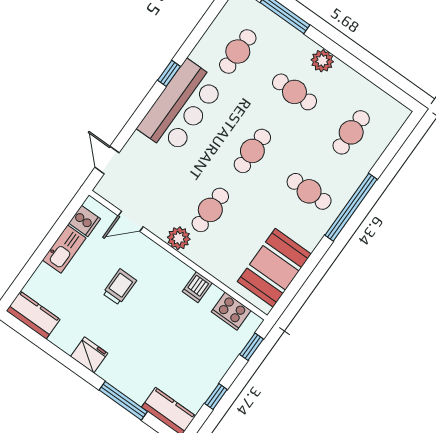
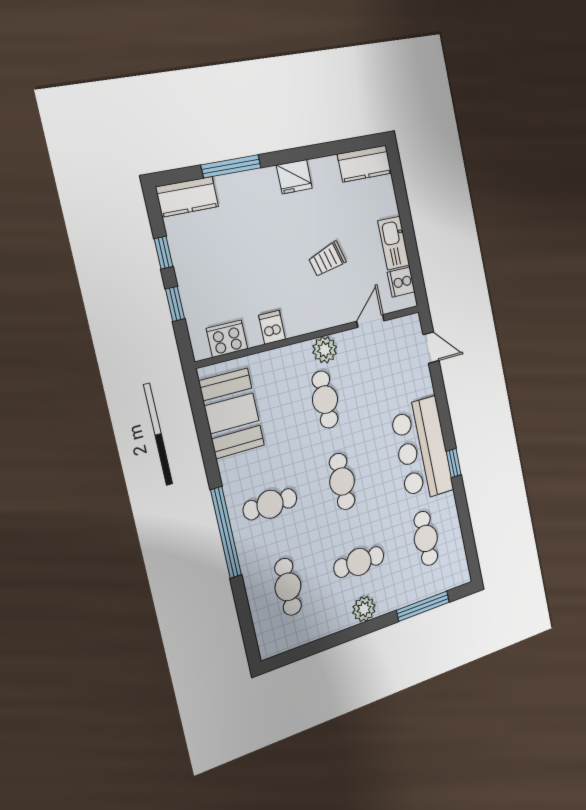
trolley: (120, 287) -> (327, 259), turned 74
window: (251, 347) -> (175, 304), moved

